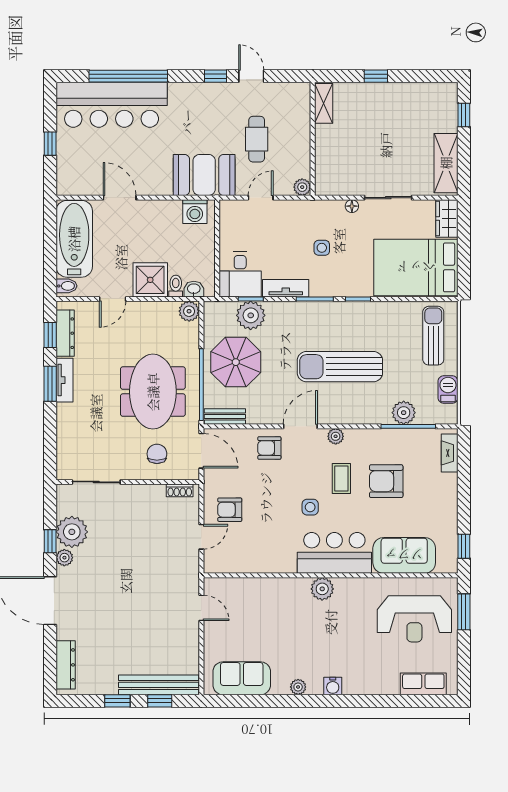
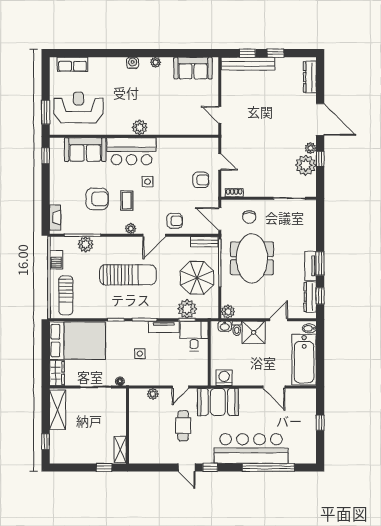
shelving: (324, 103) -> (120, 449), moved
bar counter: (112, 105) -> (251, 449), moved
wall: (313, 139) -> (127, 426), moved
door: (201, 537) -> (220, 162), swing flipped

